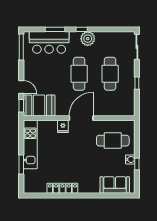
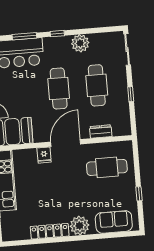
plant: (88, 39) -> (80, 43), moved
dresser: (110, 111) -> (101, 131), added
water cooler: (130, 159) -> (130, 189), removed
plant: (87, 186) -> (79, 226), added

